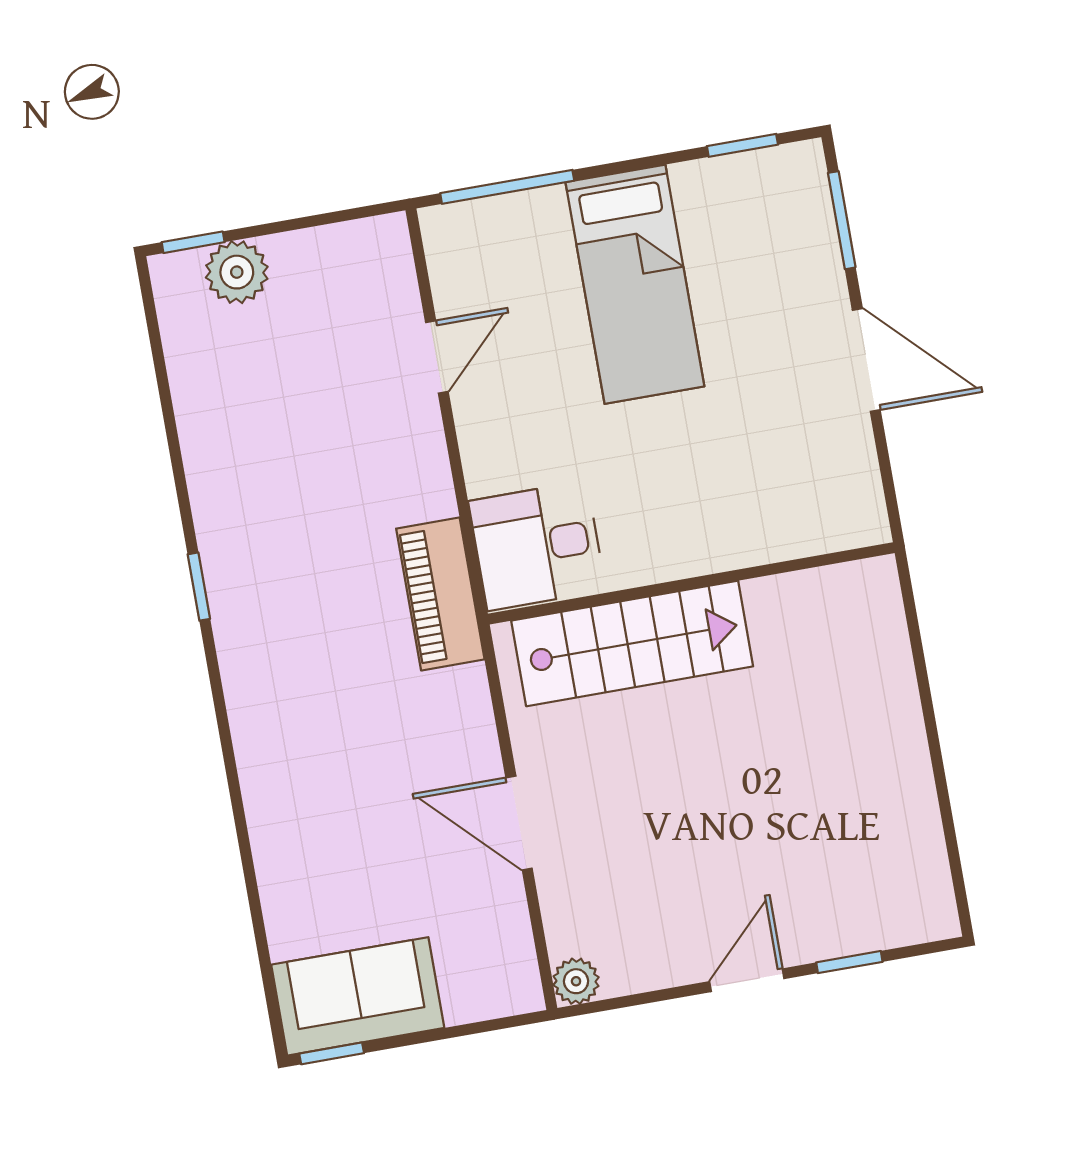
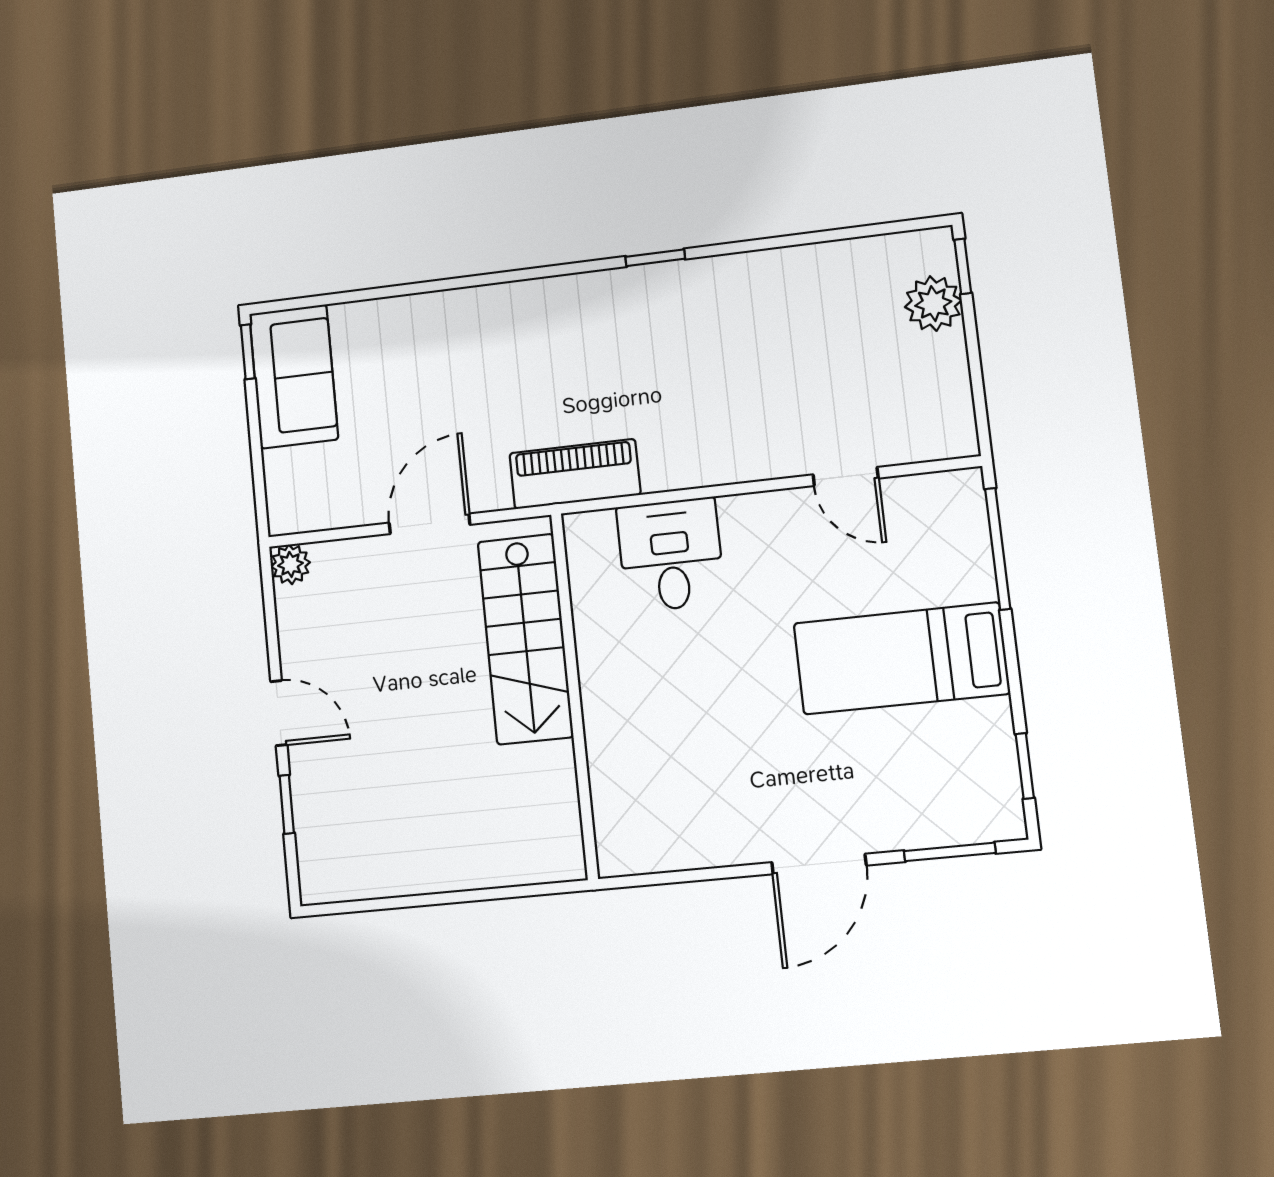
wall: (691, 583) -> (574, 695), moved
piano: (440, 594) -> (575, 474), moved
stairs: (632, 643) -> (525, 639), moved

